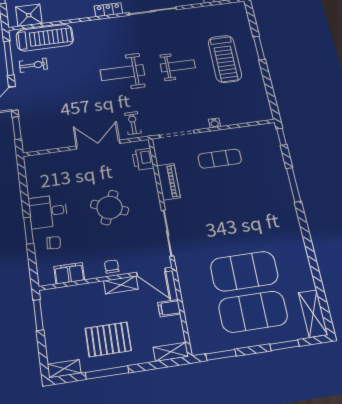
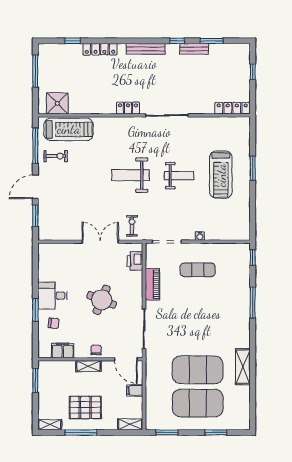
shelving: (121, 285) -> (88, 366), moved
shelving: (313, 314) -> (243, 367), moved

